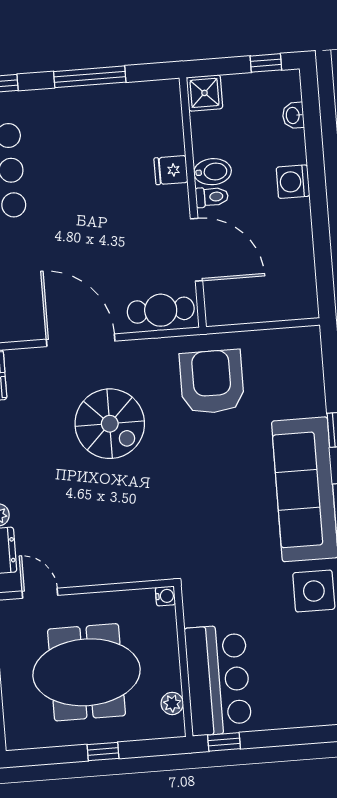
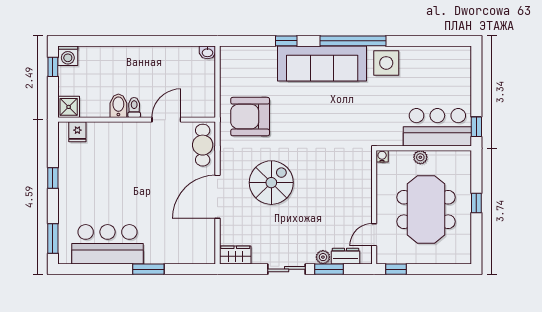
window: (90, 77) -> (53, 178), width x0.46
washbasin: (293, 115) -> (207, 52), moved
fridge: (171, 170) -> (77, 132), moved
washing machine: (293, 182) -> (68, 56), moved
door: (197, 250) -> (166, 120), width x0.73
plant: (172, 703) -> (420, 157), moved

